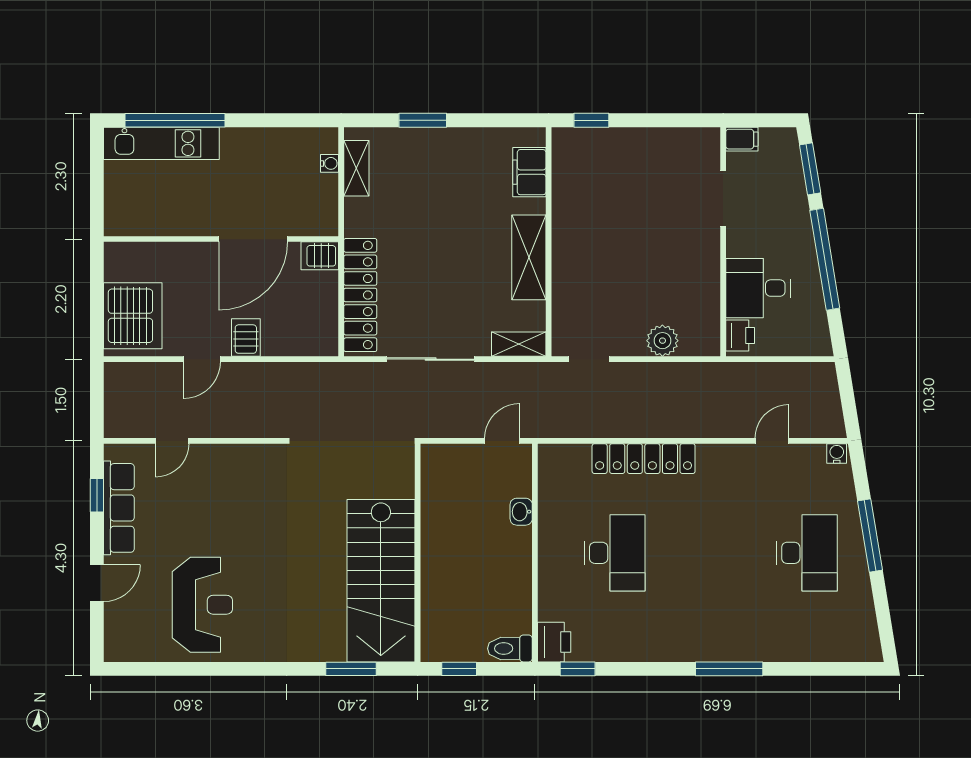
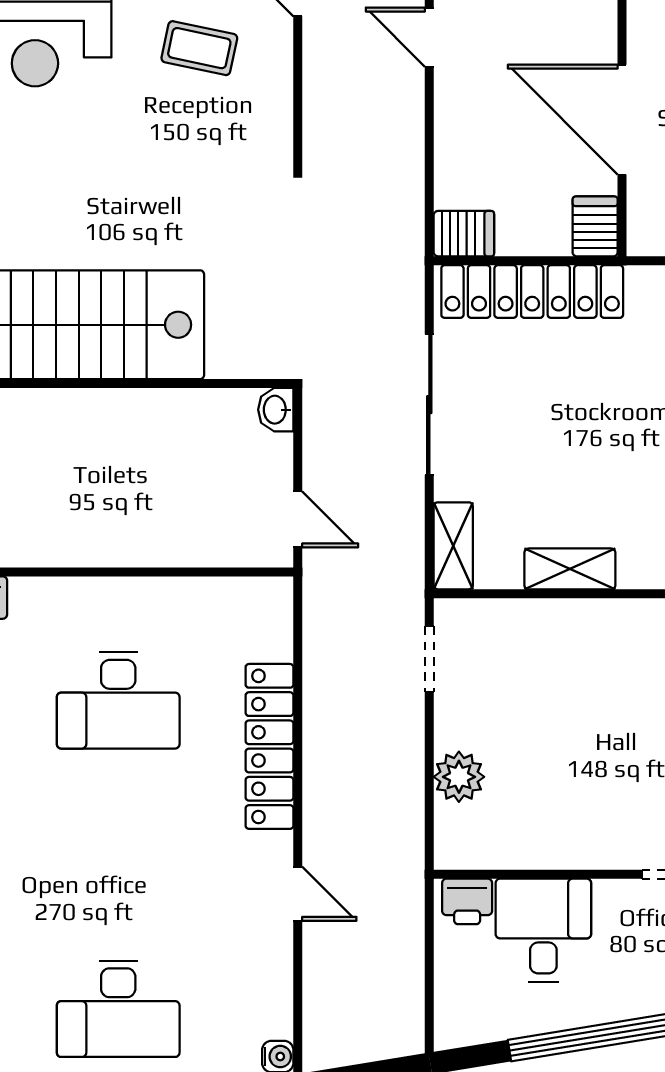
shelving: (529, 257) -> (570, 569), width x0.67, depth x0.75
server rack: (246, 338) -> (464, 234), moved
door: (772, 441) -> (298, 894), moved
coffee table: (209, 502) -> (199, 48), added
washbasin: (521, 512) -> (276, 410), moved, turned -90

